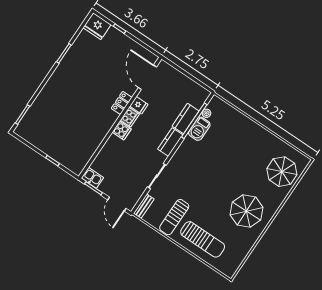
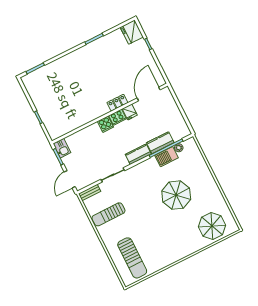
parasol: (247, 211) -> (176, 195), moved
sun lounger: (203, 239) -> (132, 258), moved

